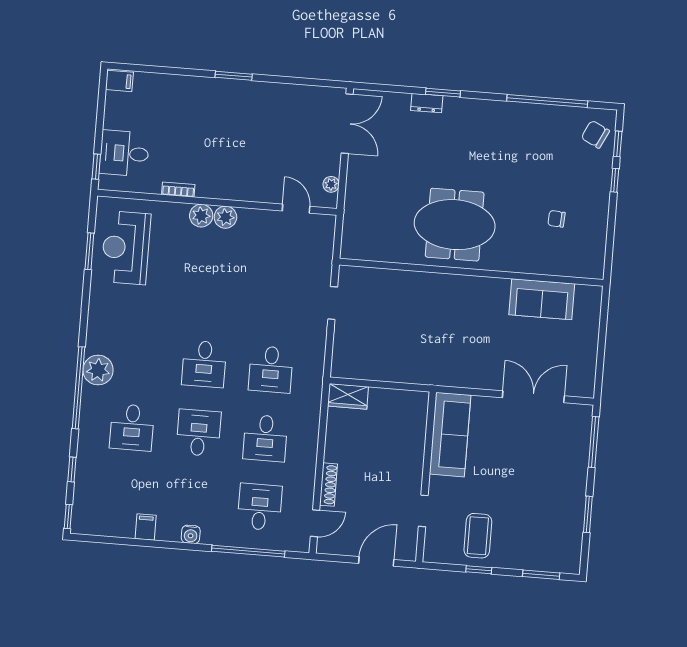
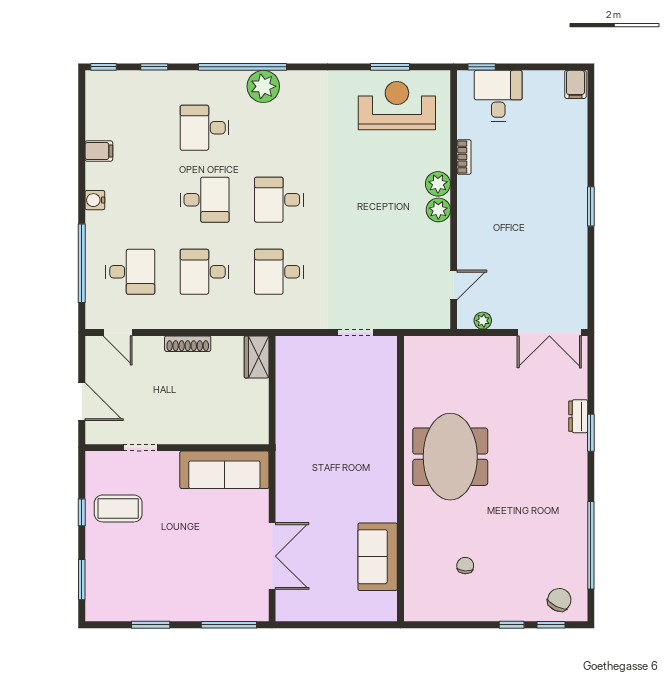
shoe rack: (328, 485) -> (188, 344), moved

